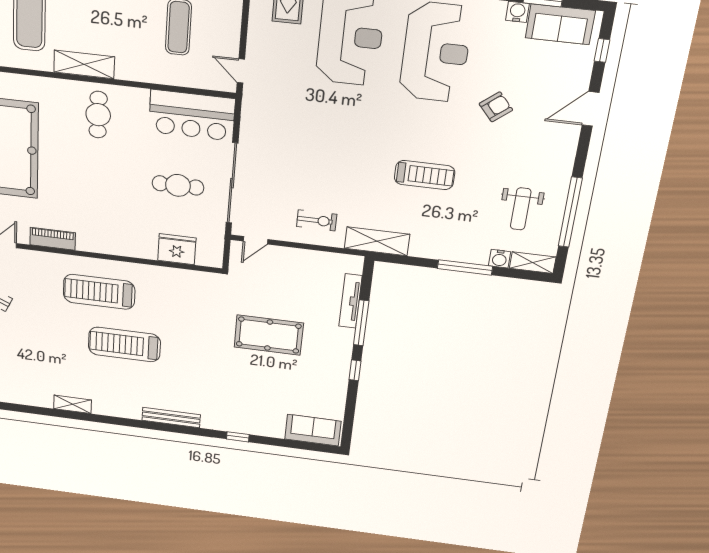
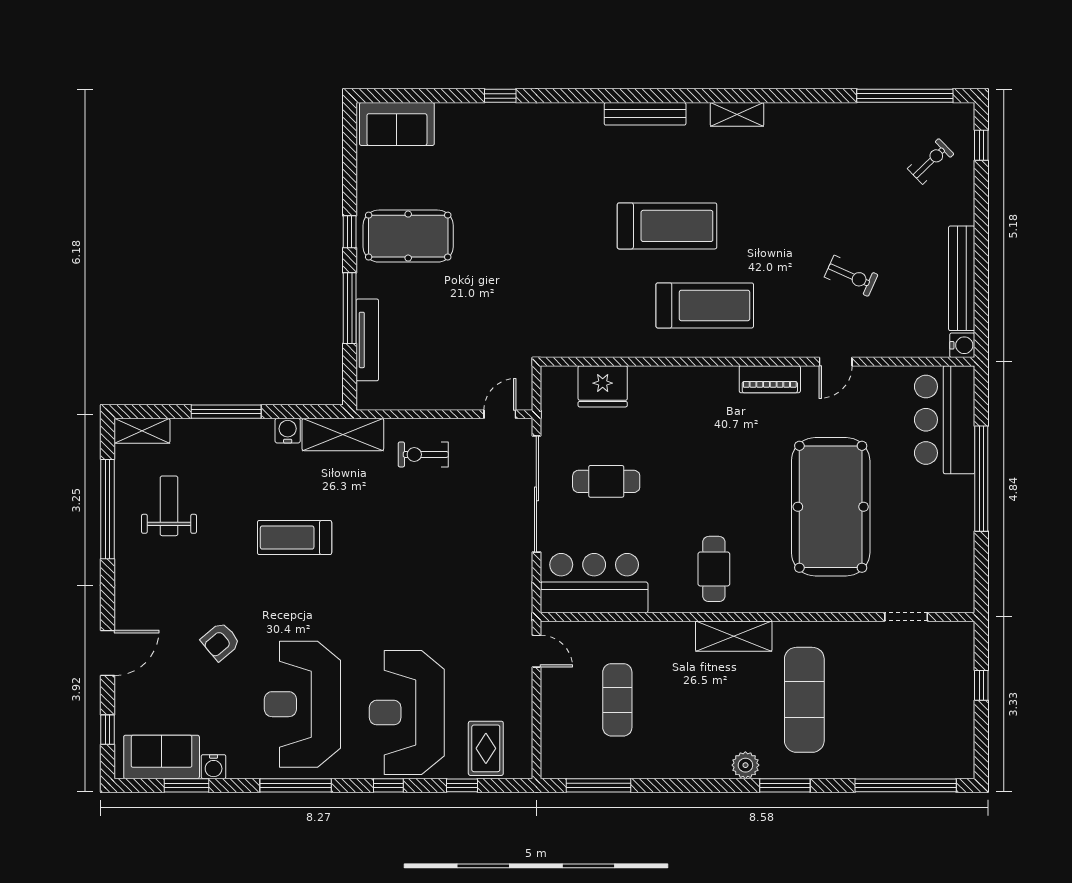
water cooler: (500, 259) -> (288, 431), moved
pool table: (269, 335) -> (408, 236), moved
bench: (171, 418) -> (645, 114), moved

